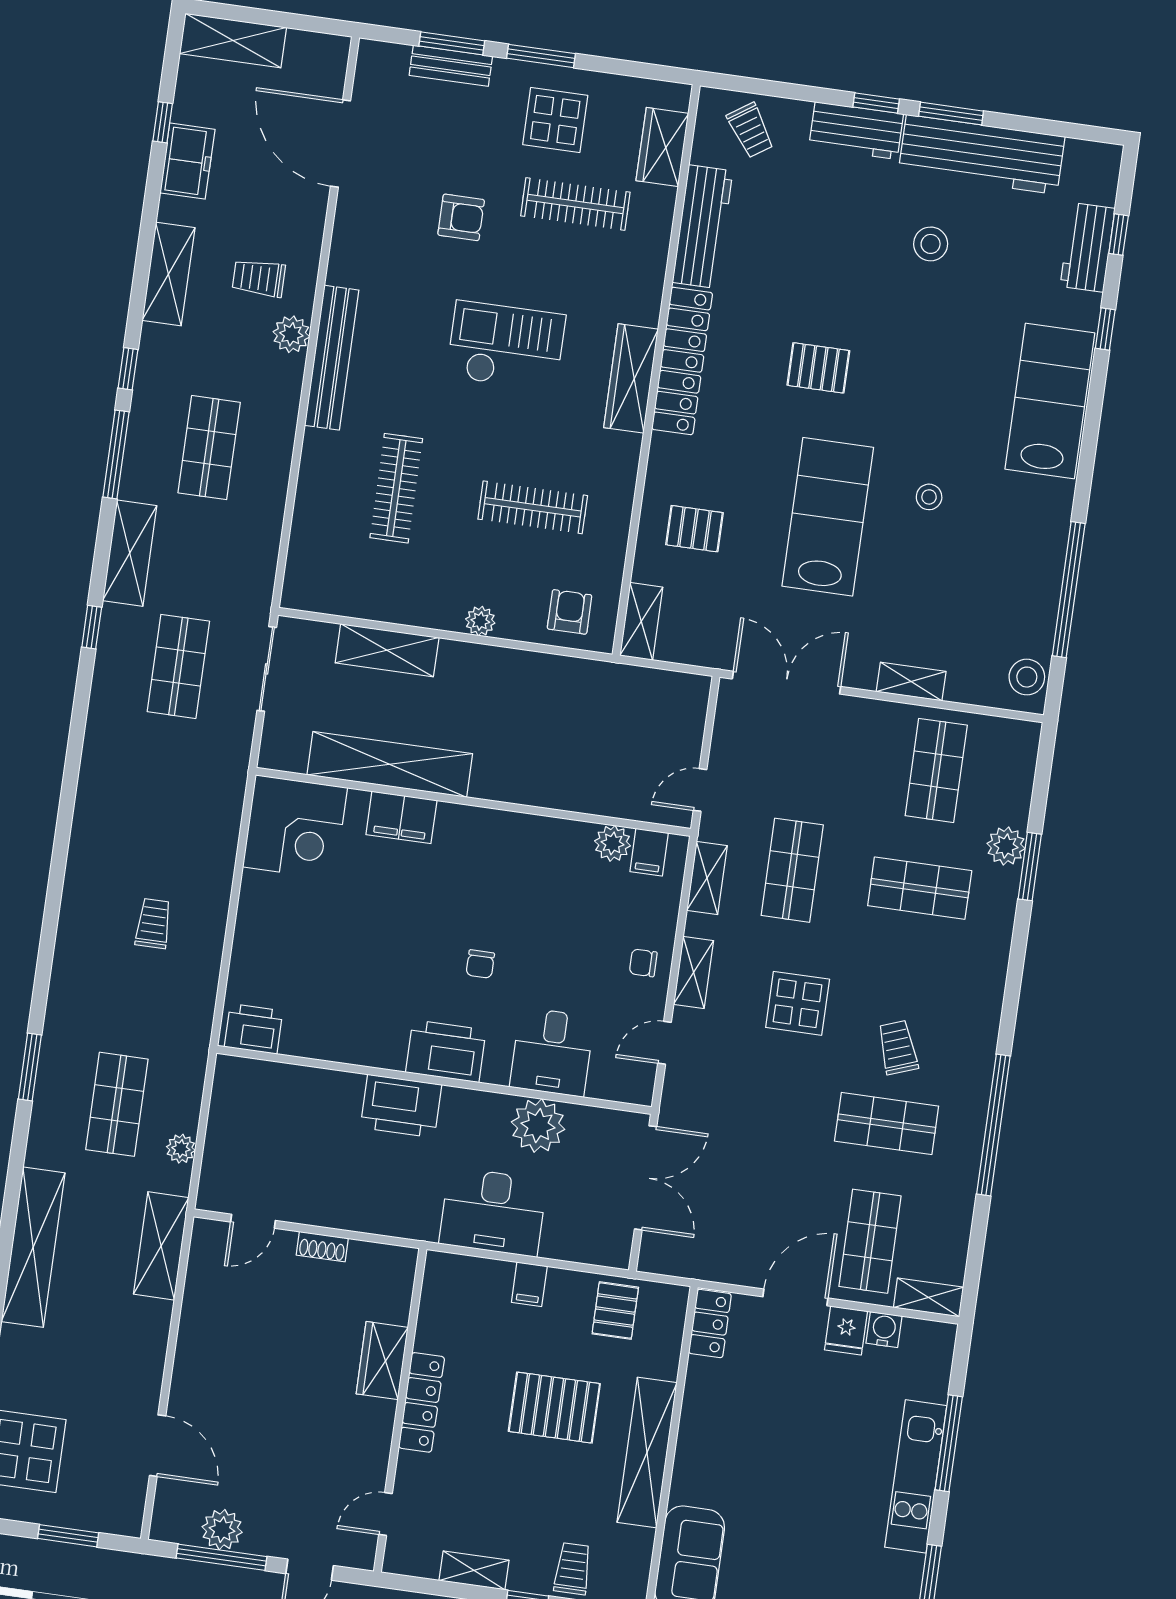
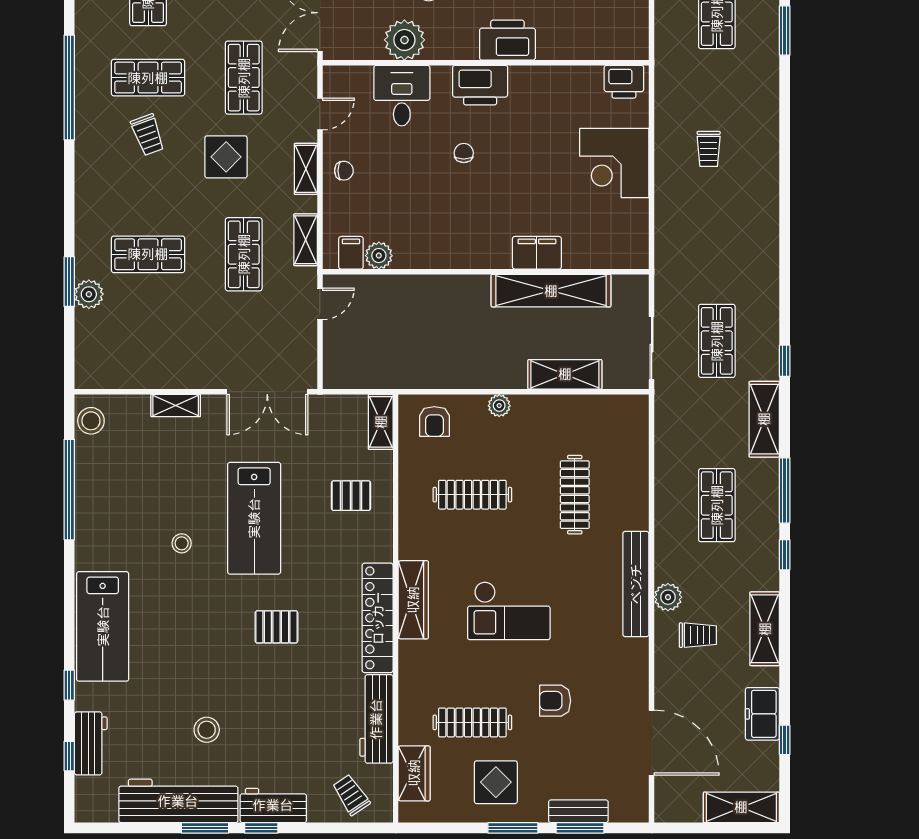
shop shelf: (936, 770) -> (244, 78), moved
corner desk: (295, 827) -> (614, 163), moved, turned -90

